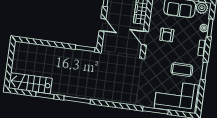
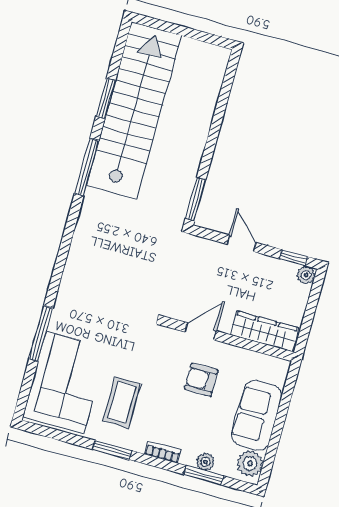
door: (102, 25) -> (242, 243), swing flipped
stairs: (30, 83) -> (134, 110), width x1.86, depth x1.51

